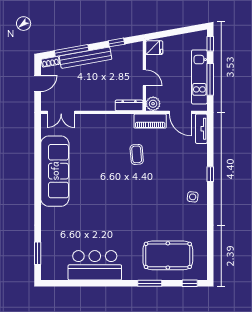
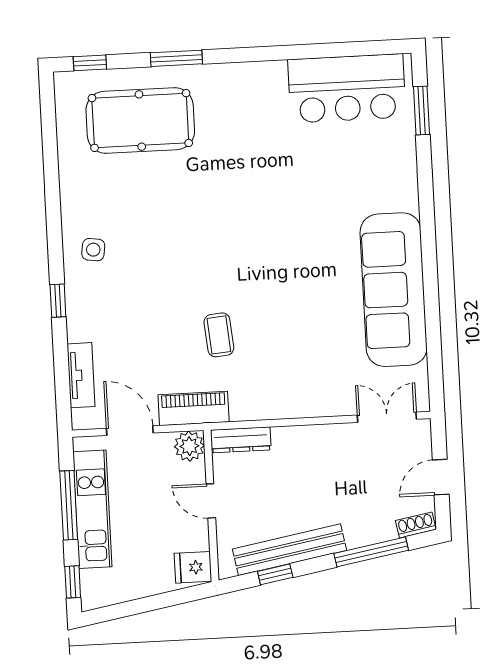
bench: (85, 58) -> (289, 550), moved
tv unit: (201, 129) -> (81, 375), moved
bar counter: (95, 265) -> (347, 88), moved

